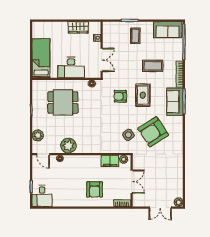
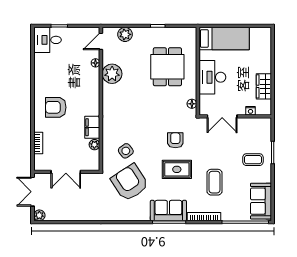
wall: (132, 181) -> (67, 172), moved
double door: (132, 182) -> (66, 172), moved

